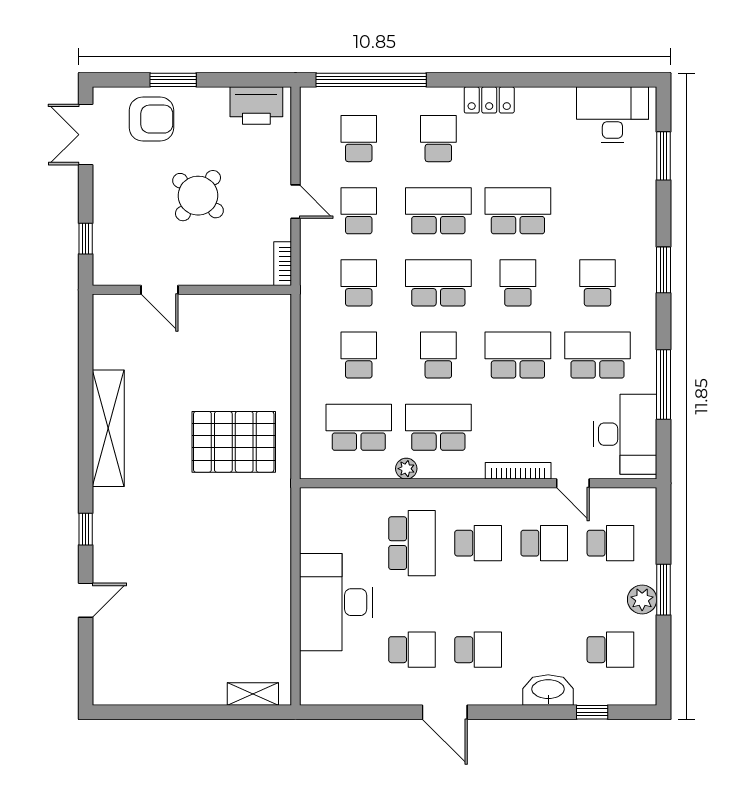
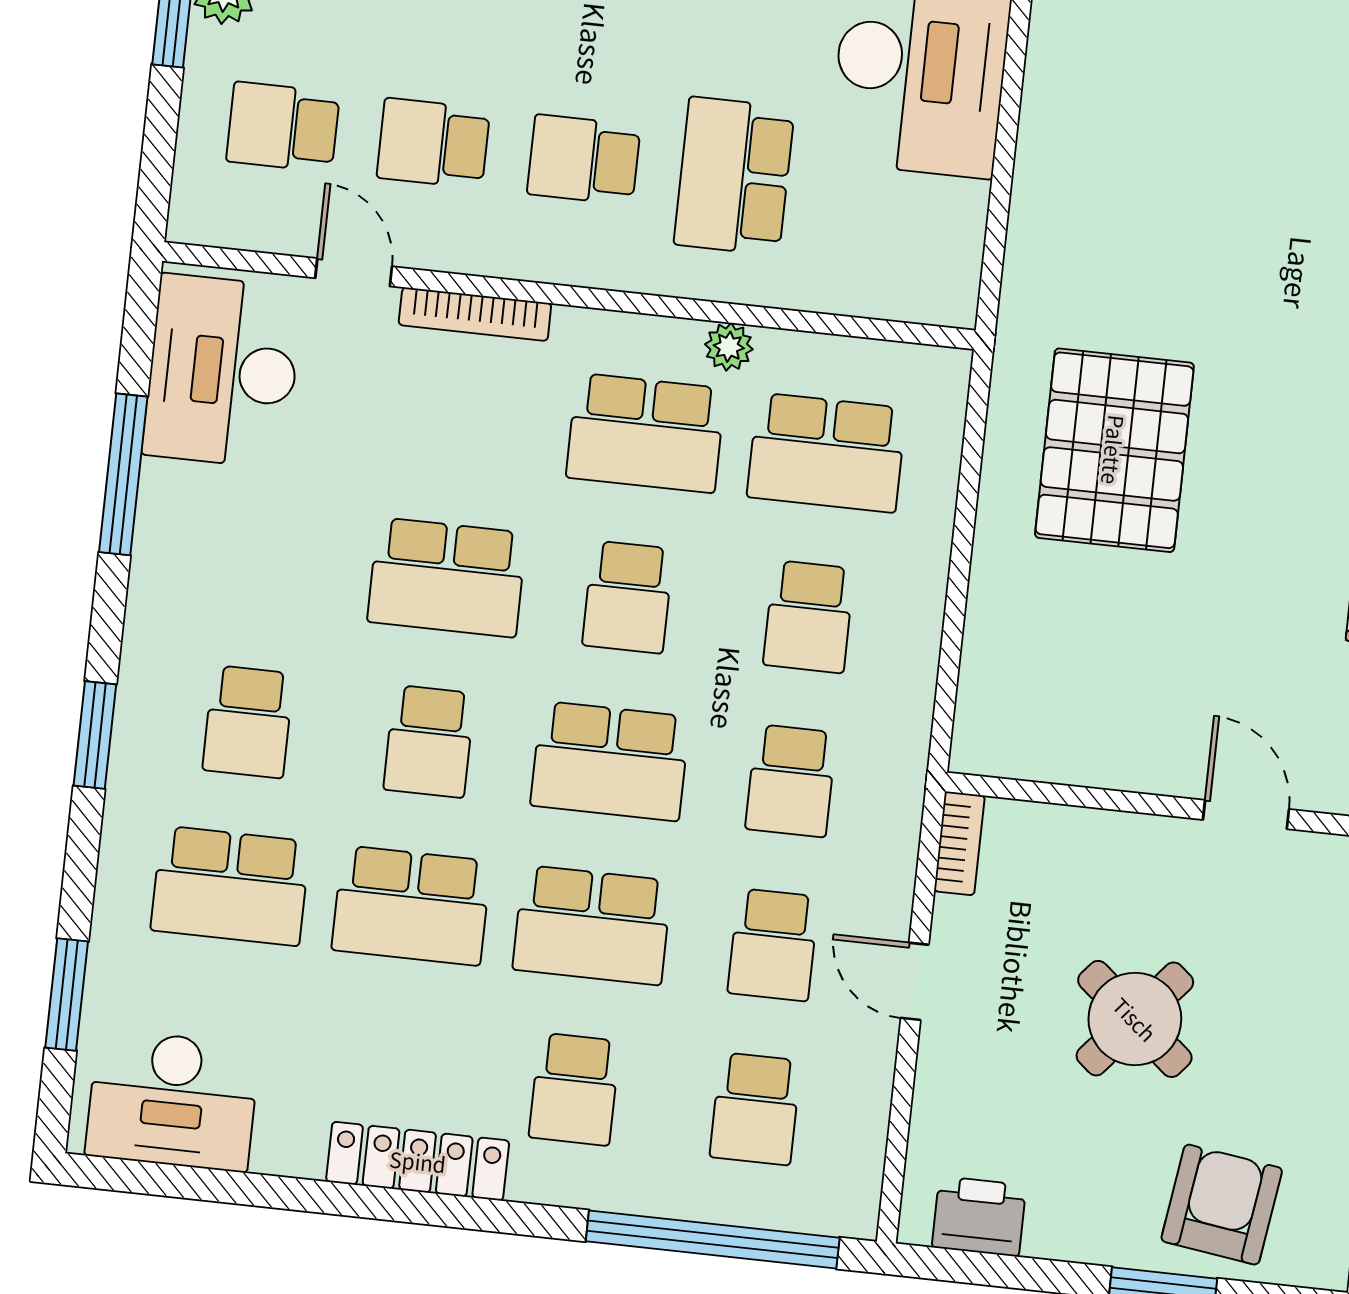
locker: (489, 100) -> (418, 1161), width x1.53
printer: (256, 106) -> (979, 1216), width x0.73, depth x0.84
armchair: (152, 119) -> (1222, 1205), turned 98
school desk: (597, 355) -> (230, 886), moved
pallet: (234, 442) -> (1114, 450), turned 90

